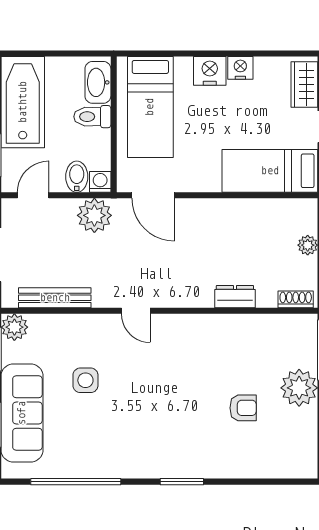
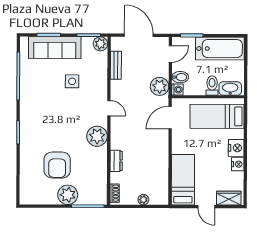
door: (33, 195) -> (170, 54), hinge flipped
bench: (55, 298) -> (116, 65), width x0.73
door: (136, 311) -> (109, 108), swing flipped
plant: (189, 333) -> (97, 136), added
armchair: (243, 408) -> (57, 165), width x1.88, depth x1.88

